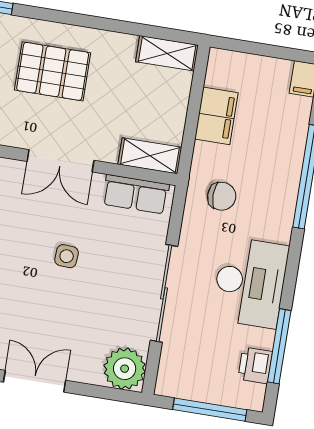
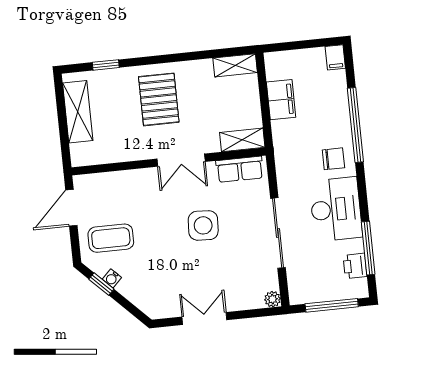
pallet: (53, 71) -> (159, 99), turned 90
chair: (222, 196) -> (333, 159), moved
side table: (67, 256) -> (203, 225), width x1.87, depth x1.87
plant: (125, 369) -> (272, 299), width x0.53, depth x0.53

